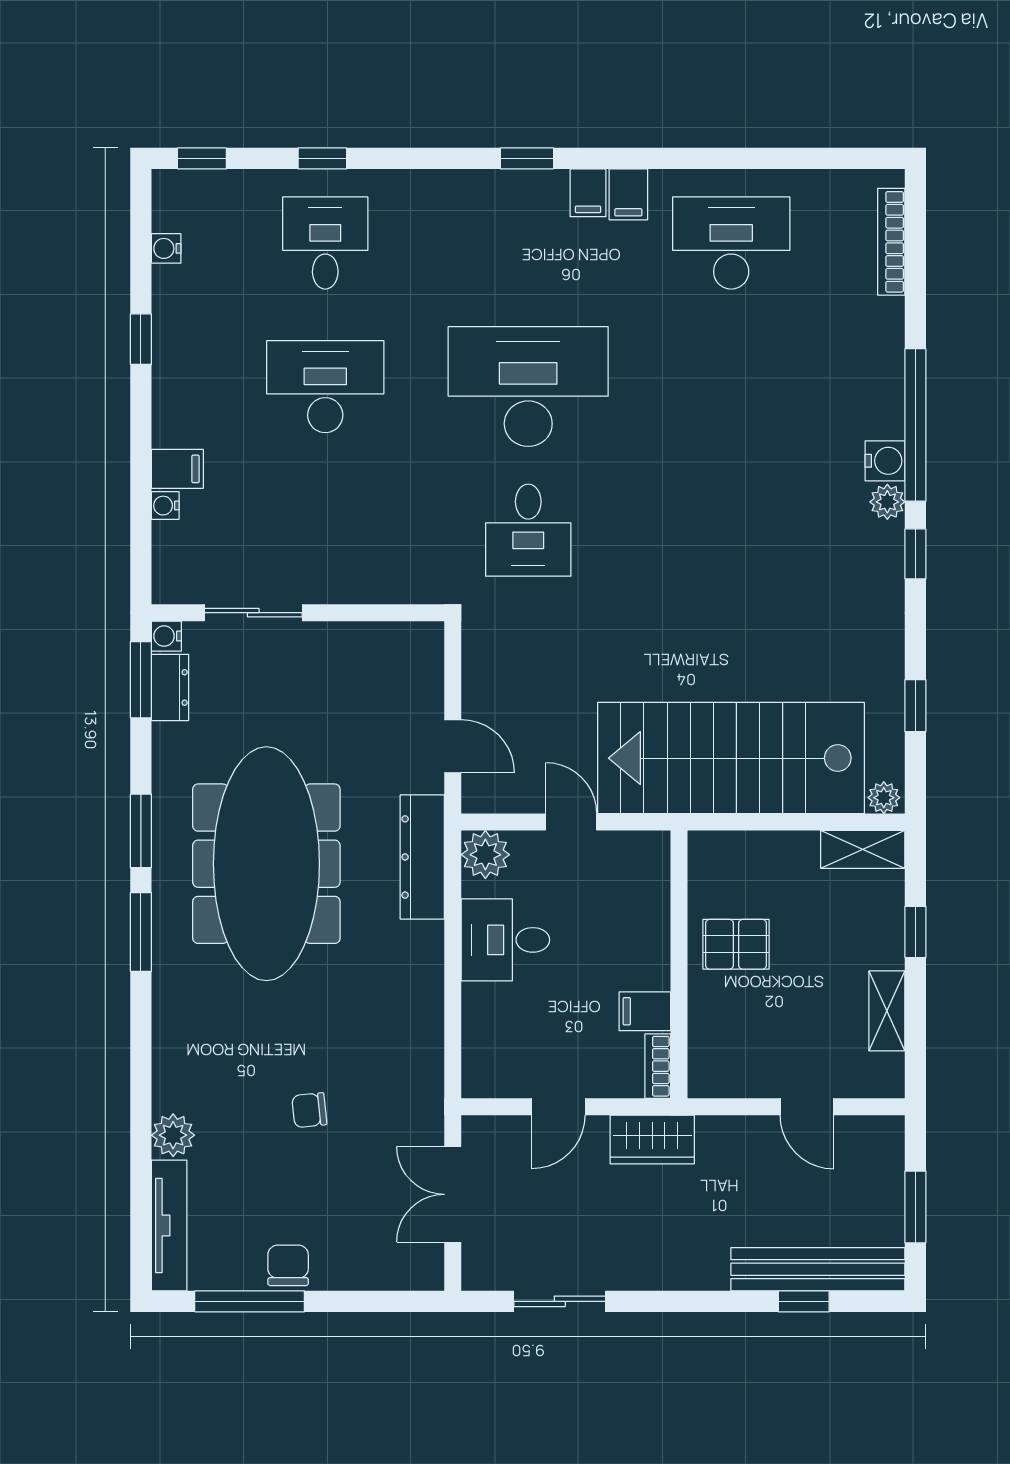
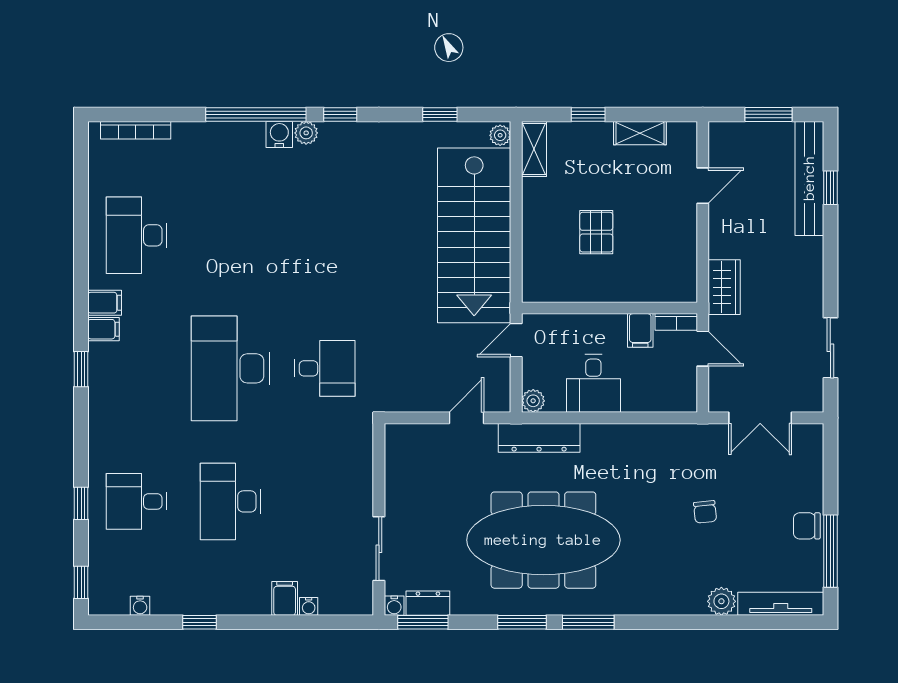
plant: (485, 855) -> (533, 401), width x0.73, depth x0.73
wall: (679, 964) -> (609, 308), moved
filing cabinet: (645, 1011) -> (640, 330), moved
bookcase: (658, 1066) -> (676, 322), moved

